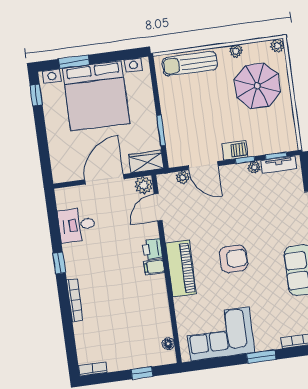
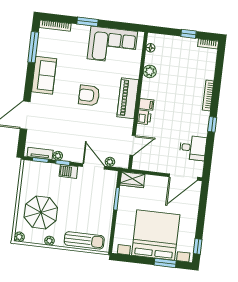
door: (104, 179) -> (183, 177), moved
plant: (144, 185) -> (150, 71), moved
window: (142, 373) -> (188, 34), moved

